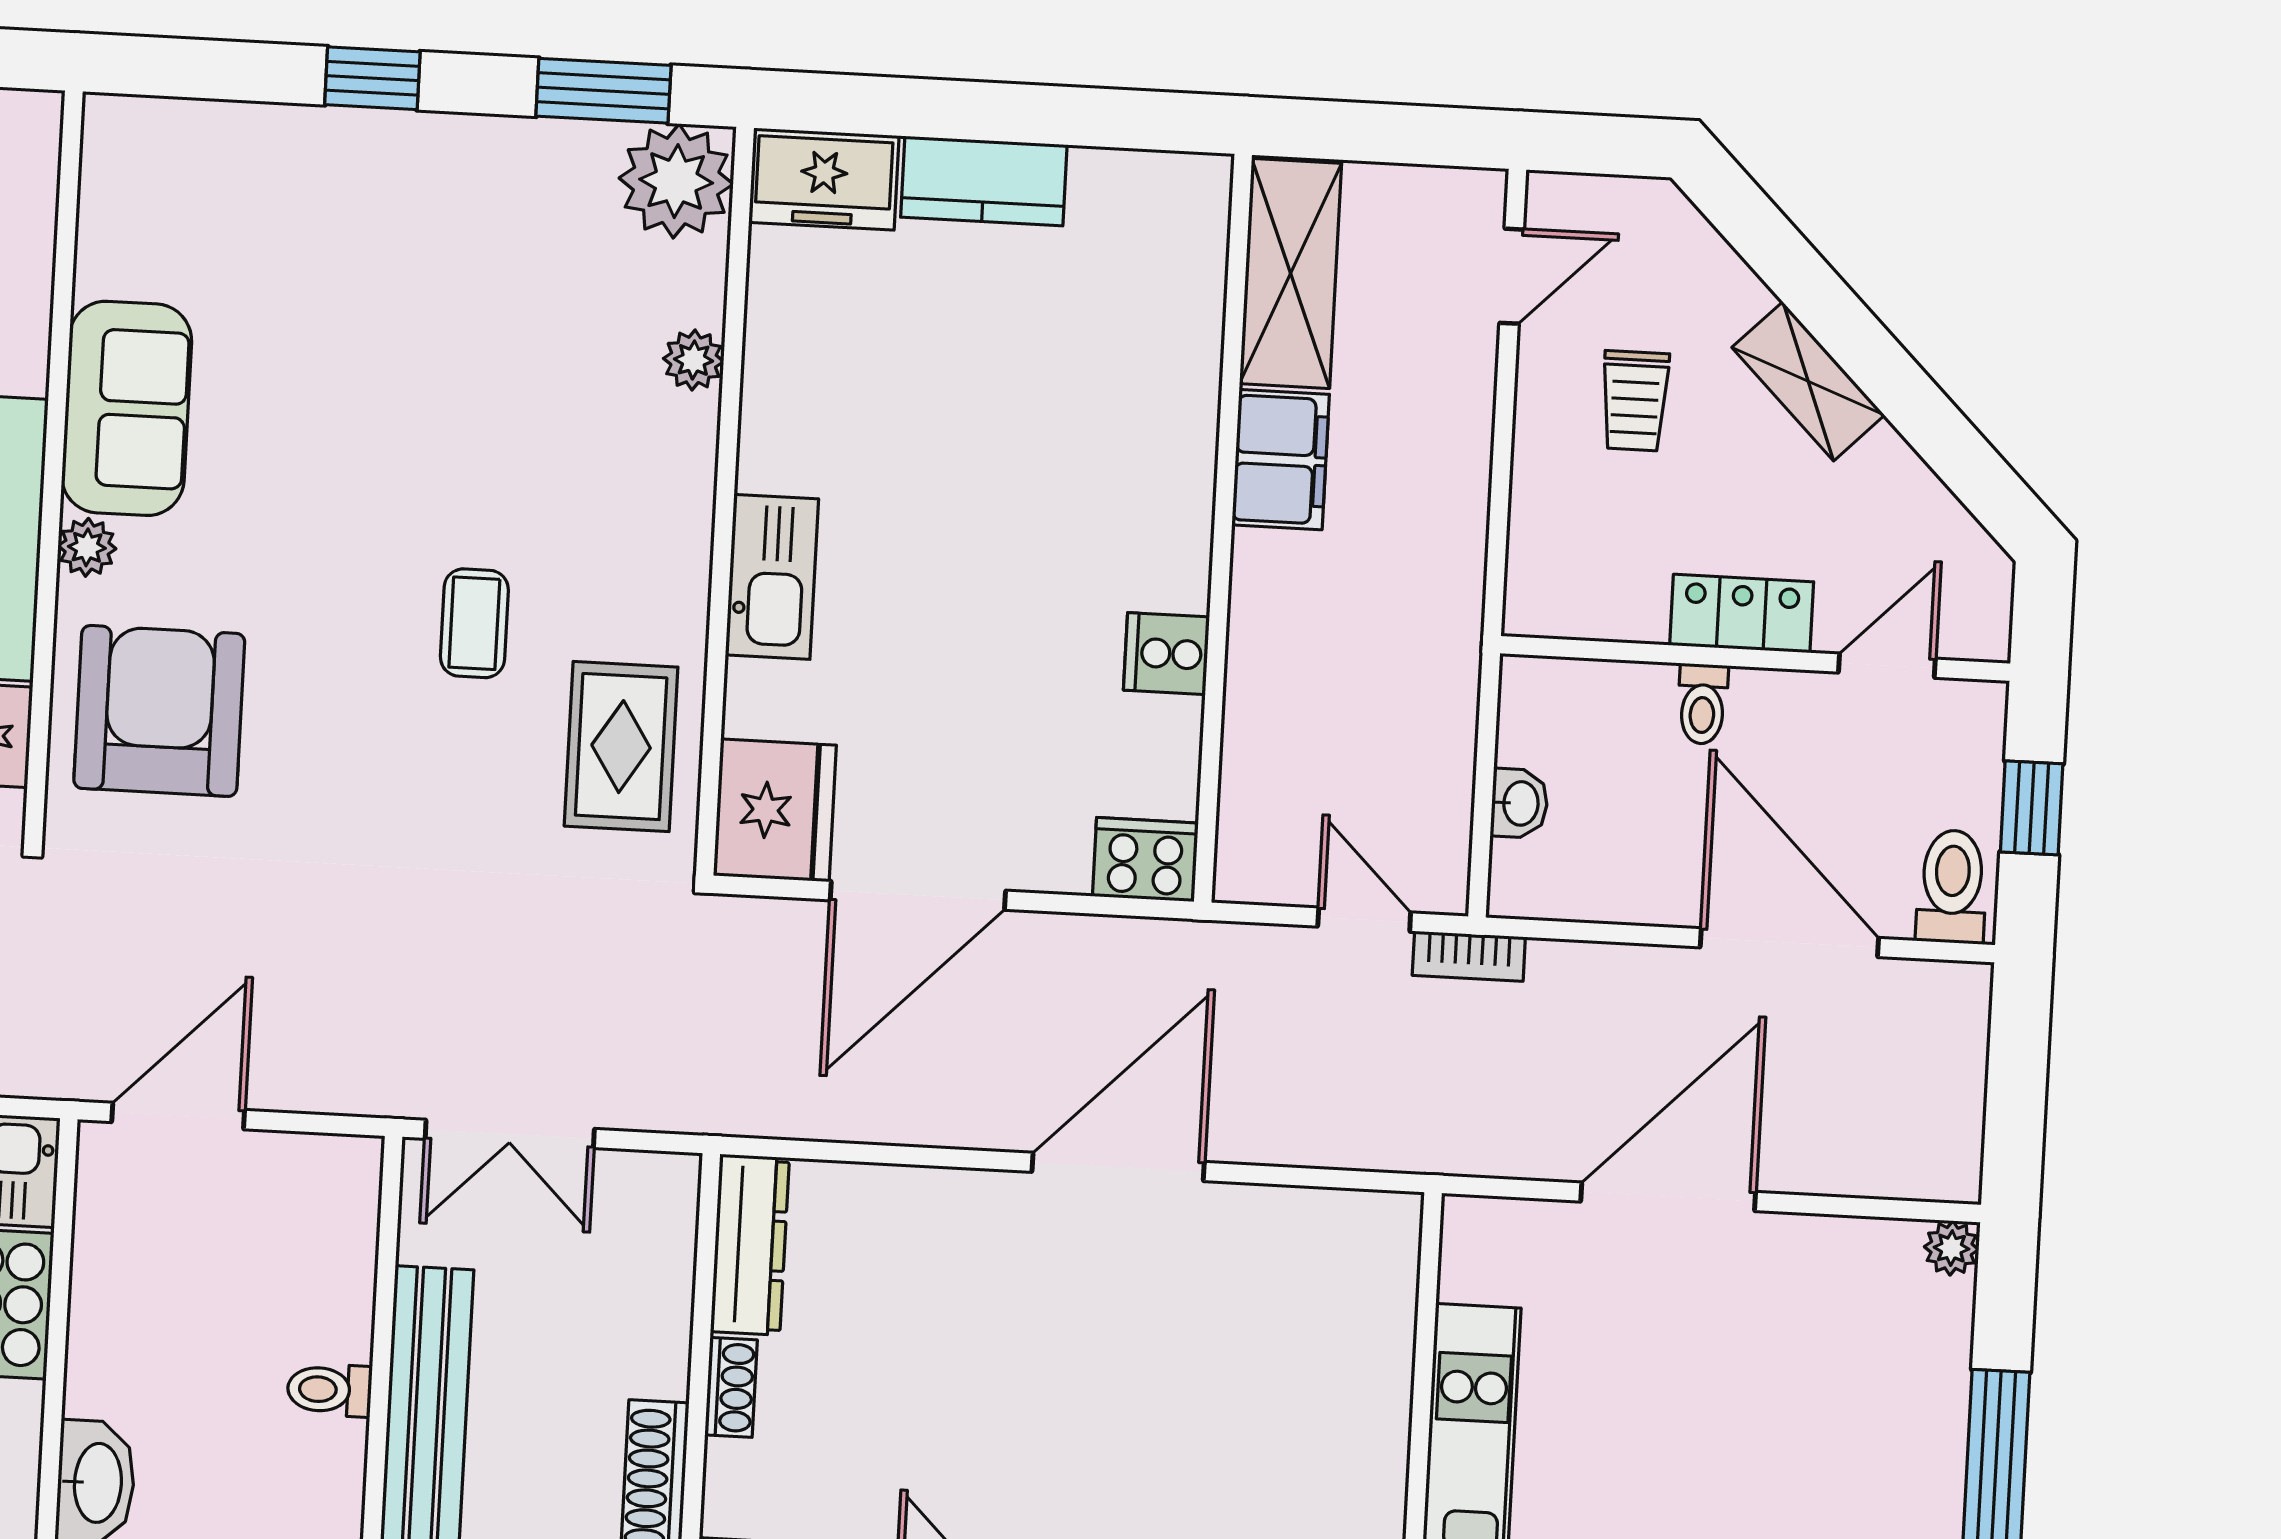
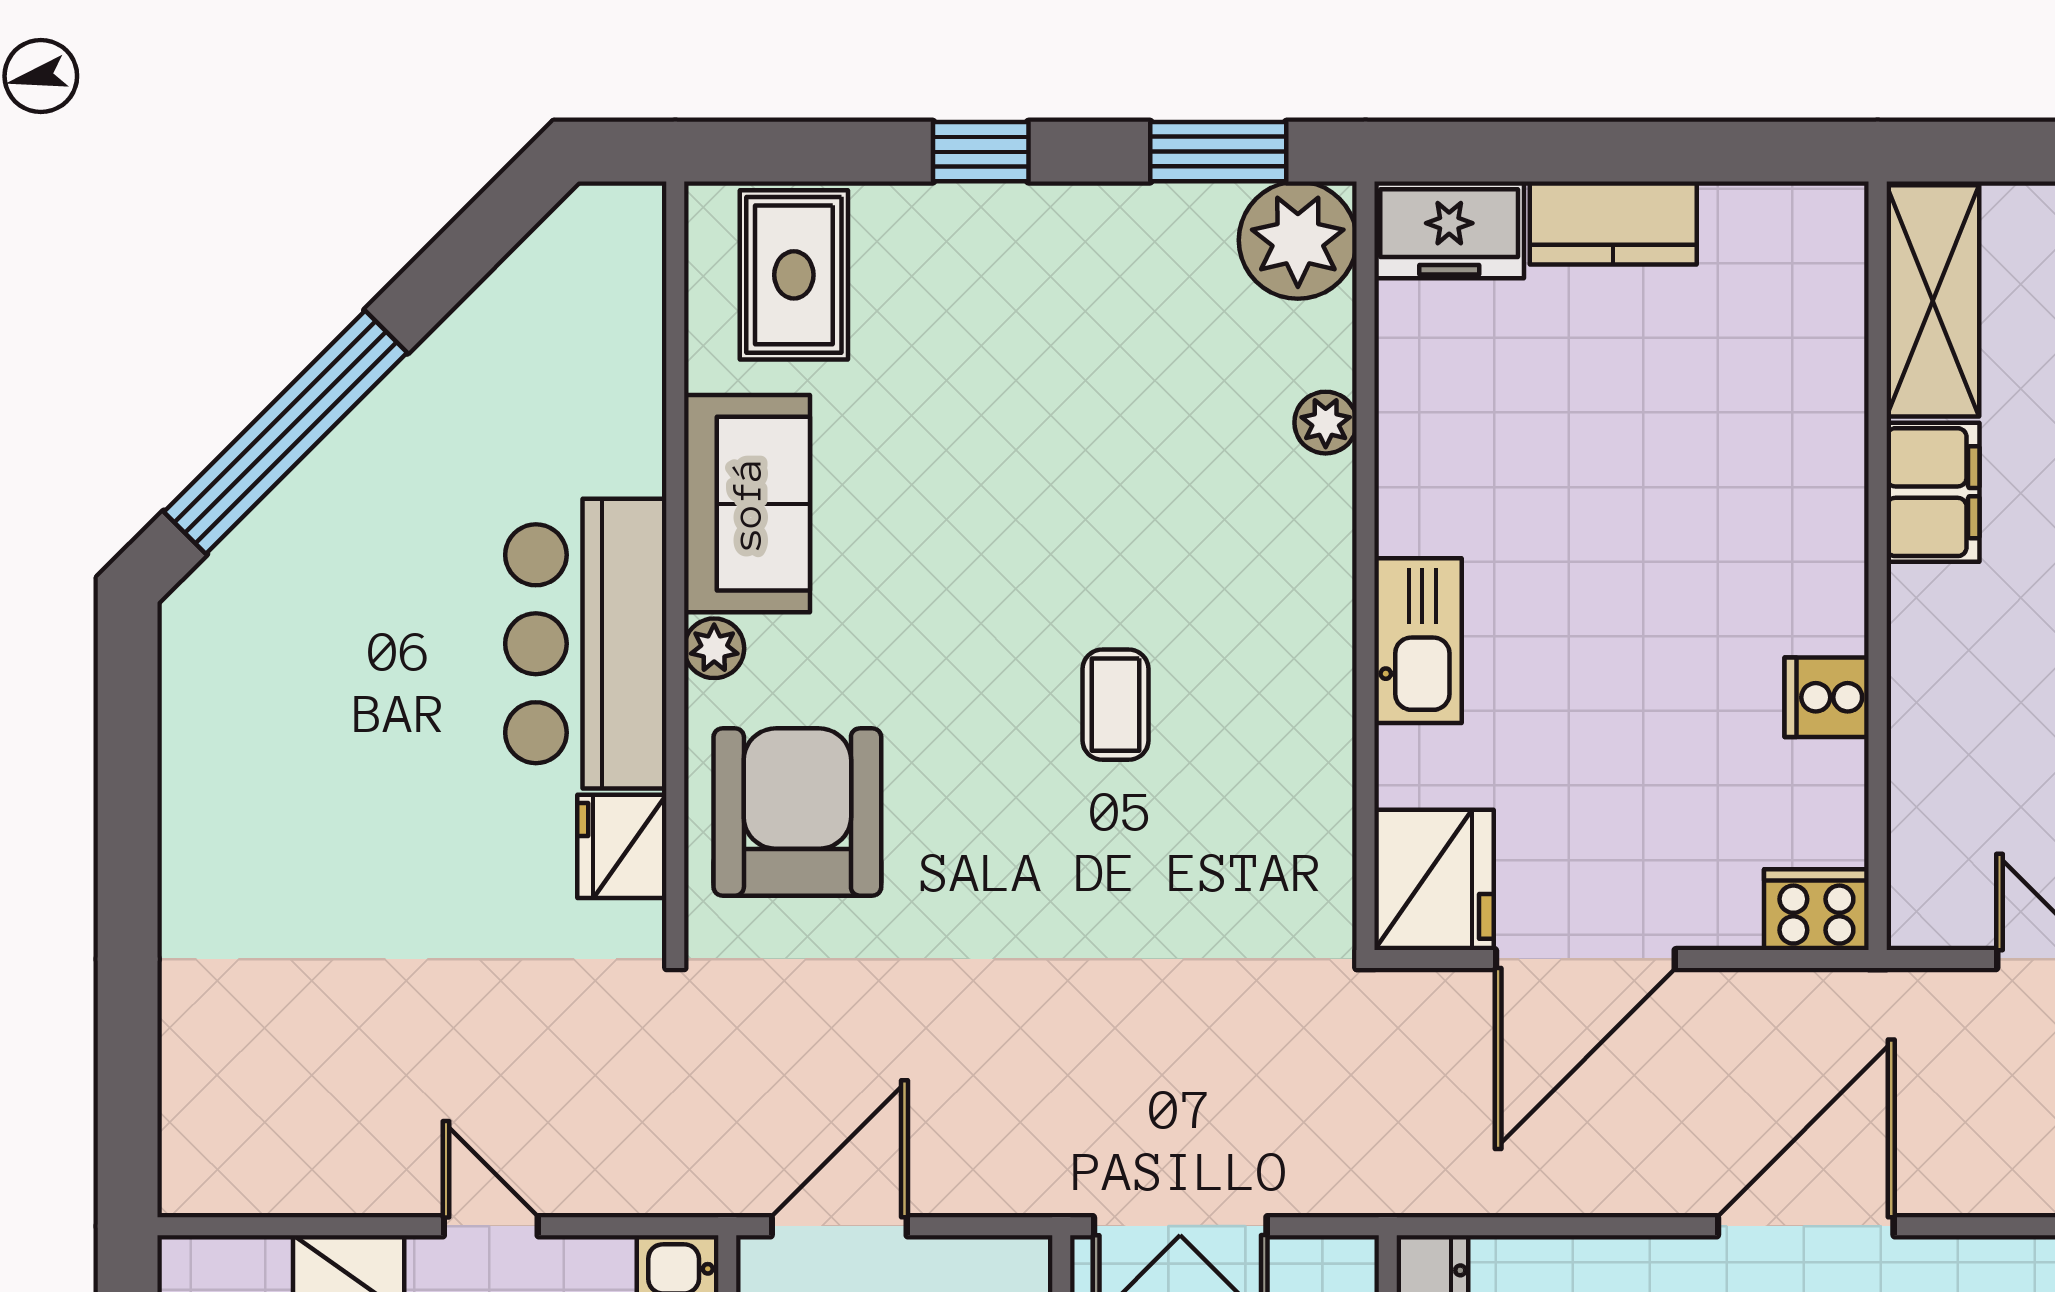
rug: (621, 747) -> (794, 275), moved

